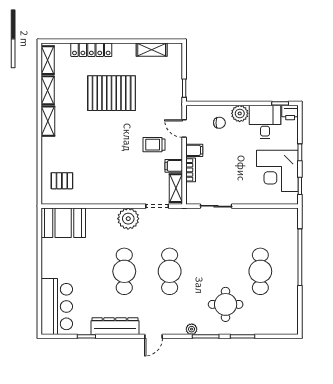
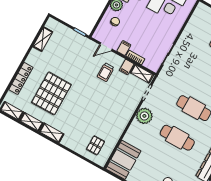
pallet: (112, 93) -> (51, 93), moved

